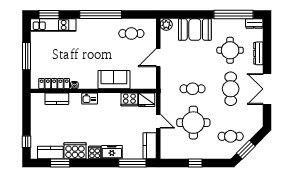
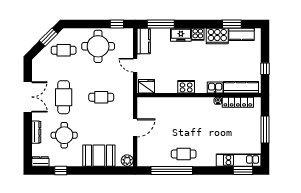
window: (101, 15) -> (172, 170), moved
window: (234, 15) -> (61, 170), width x0.32
cafe table: (131, 33) -> (184, 154), moved
sofa: (114, 80) -> (179, 106), removed
kitchen counter: (57, 99) -> (241, 87), width x1.50
kitchen sink: (90, 99) -> (215, 87), moved
cooker: (129, 99) -> (186, 87), moved
round table: (193, 123) -> (98, 46), moved
window: (26, 142) -> (265, 69), moved
window: (195, 163) -> (117, 24), moved

